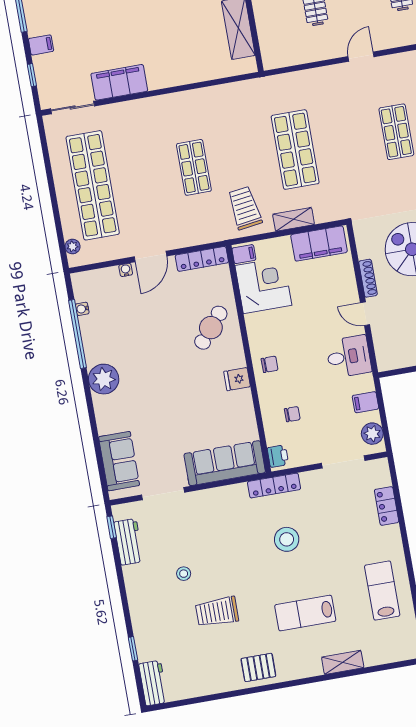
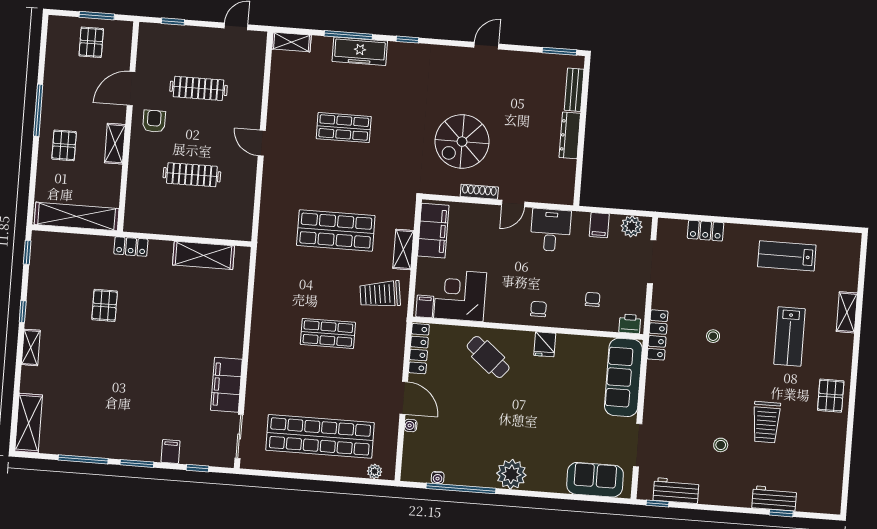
stool: (287, 539) -> (713, 336), width x0.53, depth x0.53
workbench: (153, 683) -> (774, 498), moved

